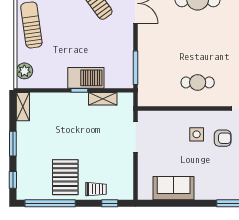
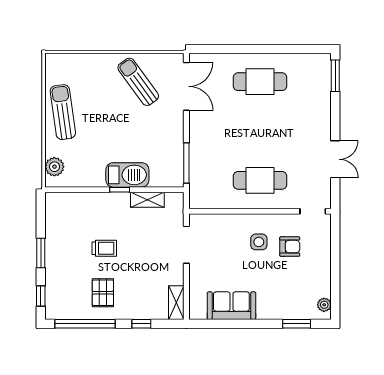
cafe table: (198, 82) -> (260, 180), width x1.37, depth x1.35
shelving: (23, 107) -> (176, 303), moved
pallet: (65, 177) -> (103, 293), width x0.67, depth x0.71
trolley: (96, 189) -> (104, 248), moved
window: (110, 203) -> (141, 324), moved

